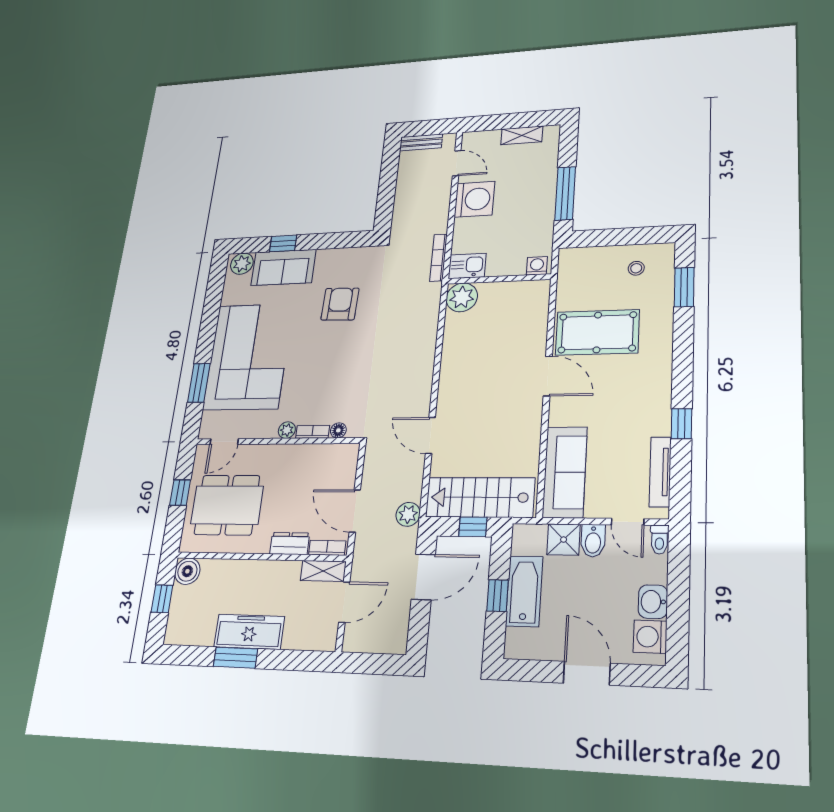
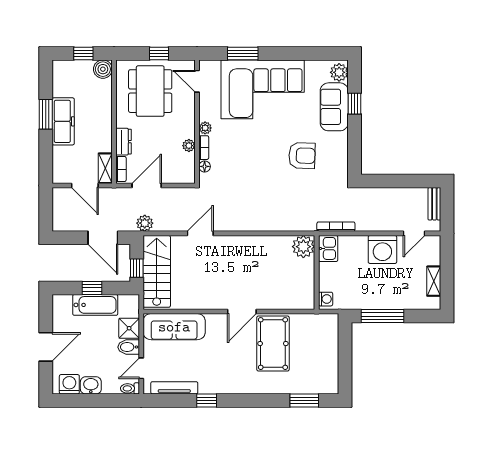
stool: (636, 268) -> (320, 368), removed
plant: (307, 452) -> (189, 146), added

